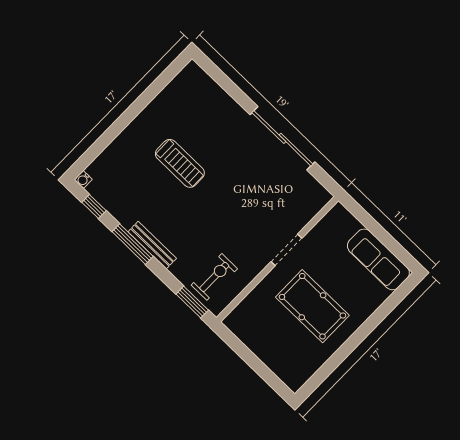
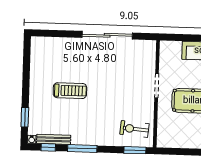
window: (99, 146) -> (25, 117), added
bench: (152, 245) -> (54, 139), moved
exercise bike: (214, 277) -> (134, 129), turned -85

